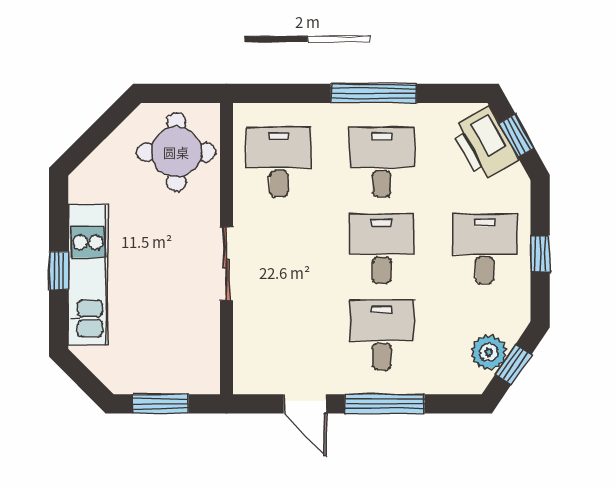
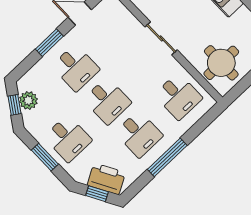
window: (540, 253) -> (45, 157), width x1.50
window: (385, 404) -> (49, 43), width x0.69

